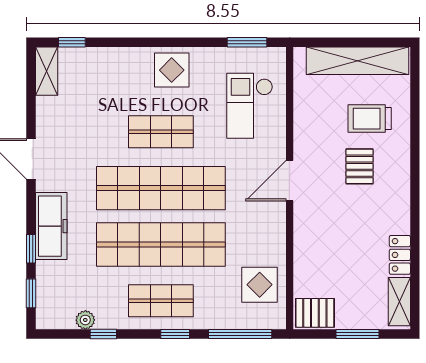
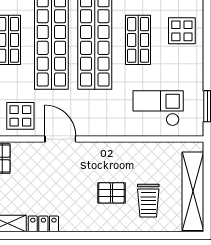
display table: (172, 70) -> (182, 31), moved
trolley: (370, 119) -> (148, 201), turned 180
door: (290, 181) -> (60, 139), moved

